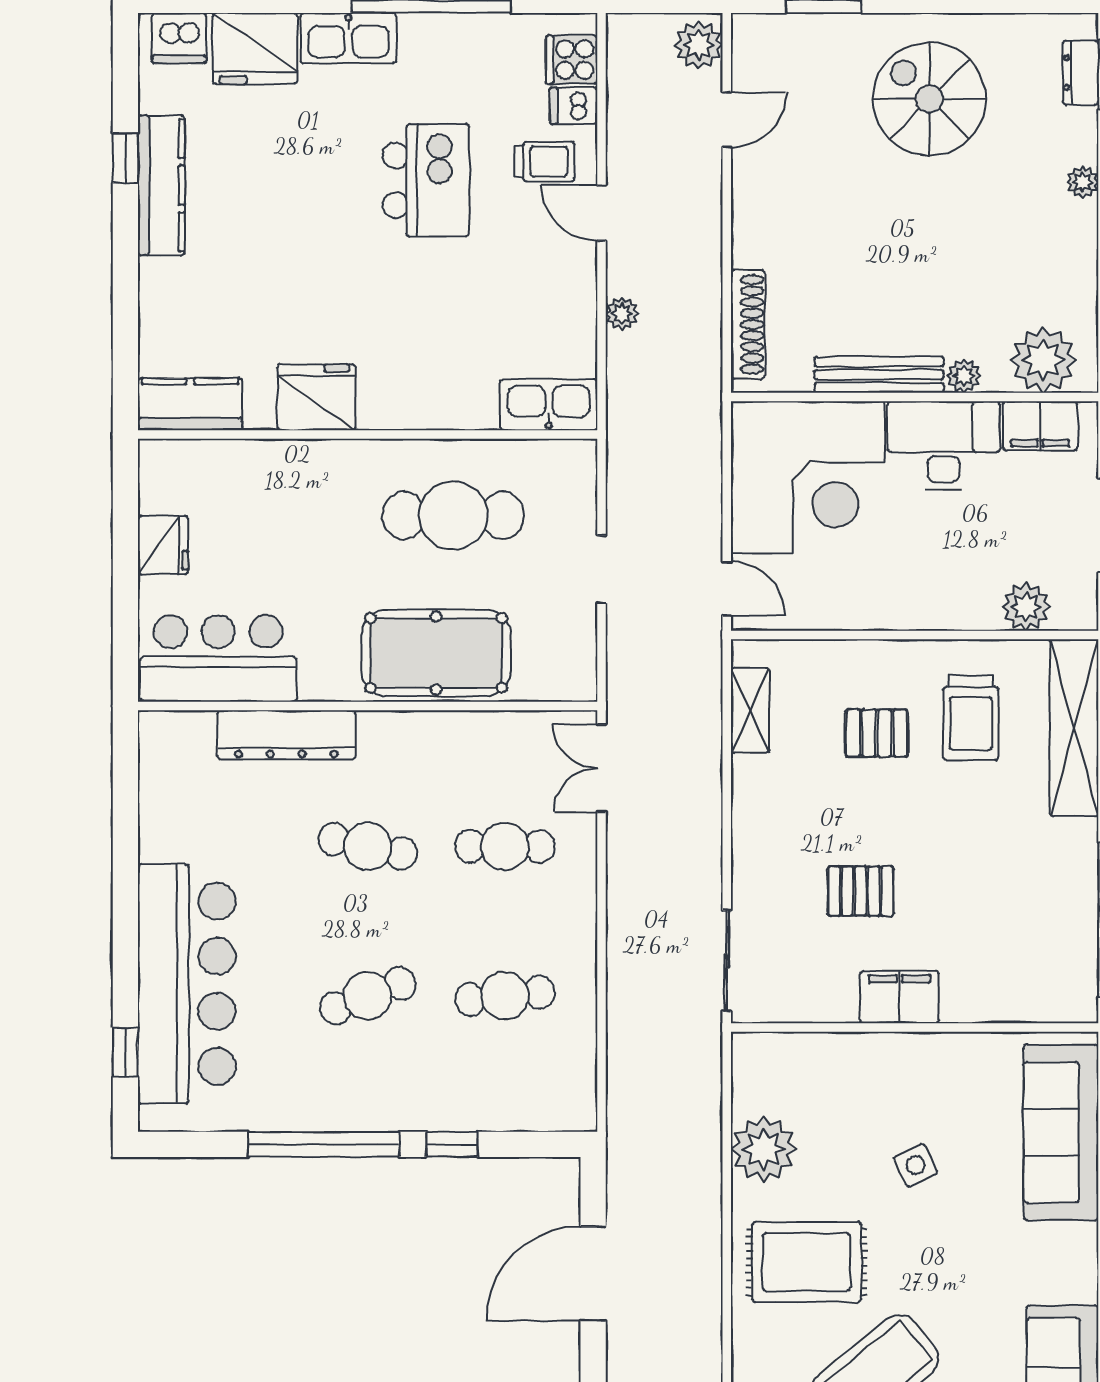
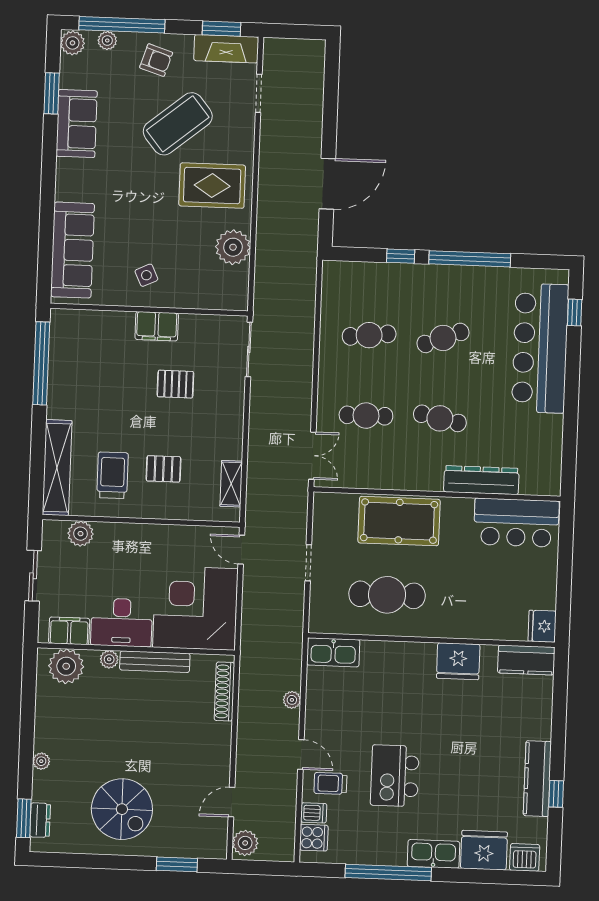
fridge: (163, 545) -> (542, 626), moved
side table: (916, 1165) -> (146, 275), moved

